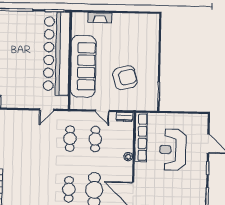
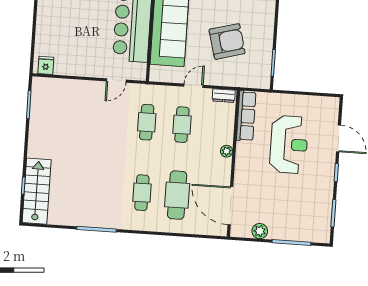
door: (102, 111) -> (193, 86), swing flipped
row of seats: (141, 137) -> (246, 116), width x0.73
reception desk: (173, 150) -> (289, 145), turned 180

